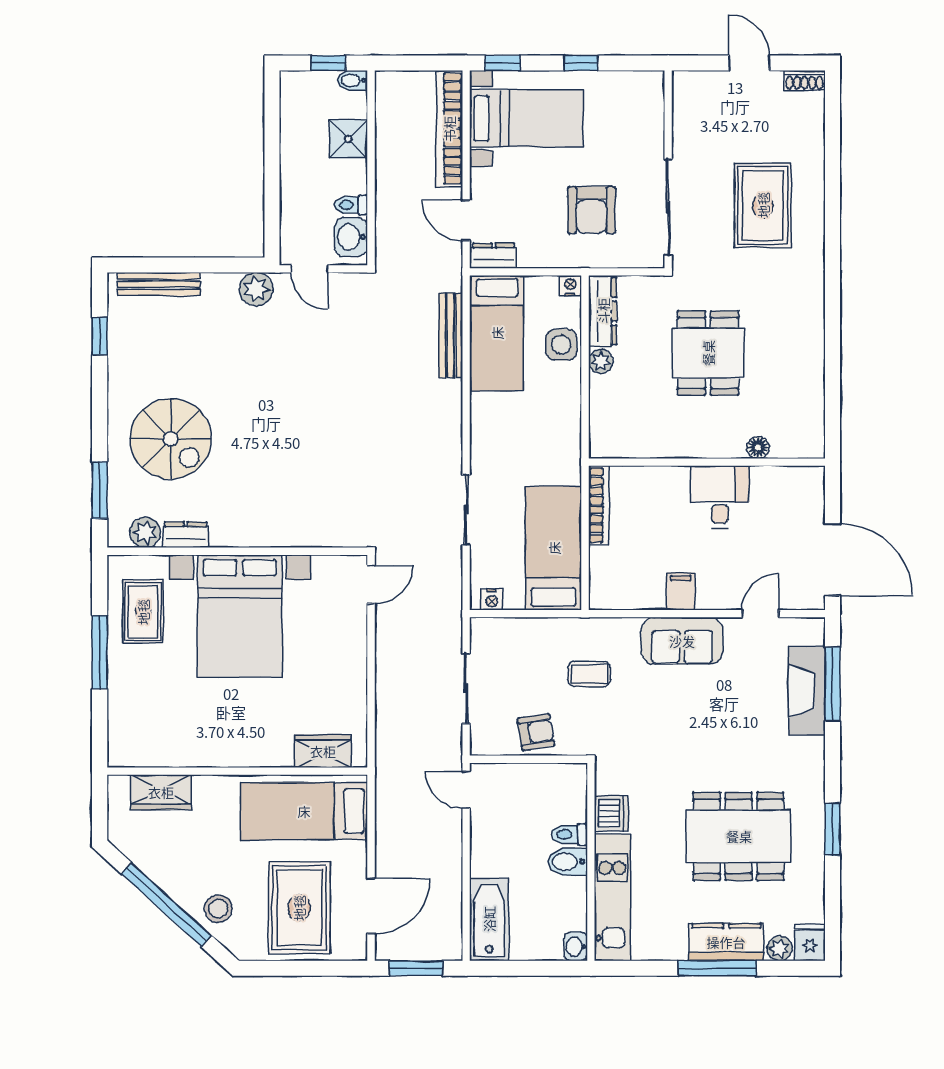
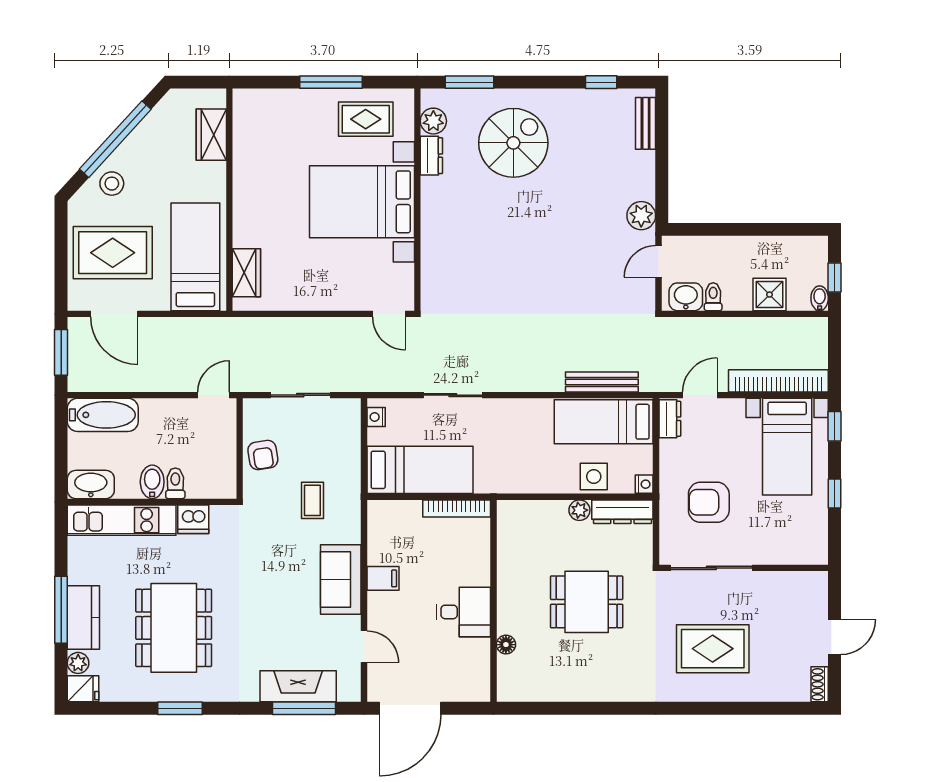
bench: (159, 284) -> (646, 123), width x0.73
spiral stairs: (171, 439) -> (513, 143), turned 180
washbasin: (576, 946) -> (91, 484), width x1.91, depth x1.45

